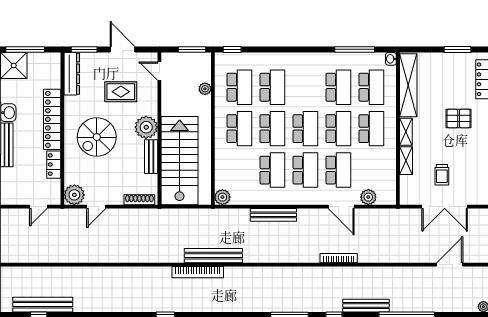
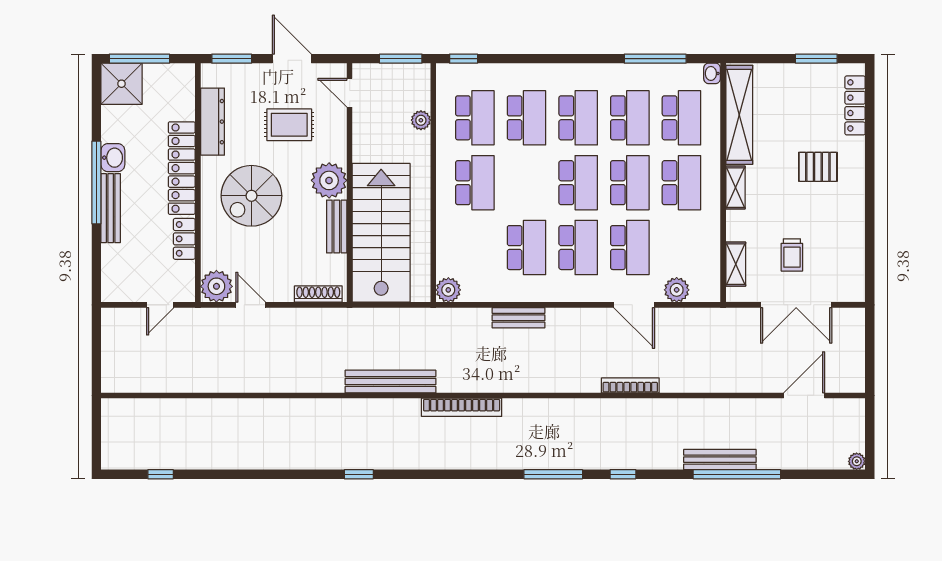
dresser: (72, 74) -> (213, 122), moved
school desk: (272, 129) -> (578, 118), moved
shelving: (406, 161) -> (736, 264), moved
door: (96, 207) -> (251, 305), swing flipped
bench: (273, 215) -> (519, 318), width x0.73
bench: (213, 256) -> (391, 381), moved
bookcase: (198, 272) -> (462, 407), moved
bench: (43, 305) -> (167, 458), removed
bench: (366, 306) -> (720, 460), moved

